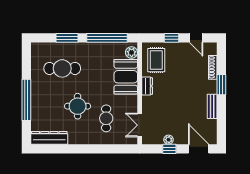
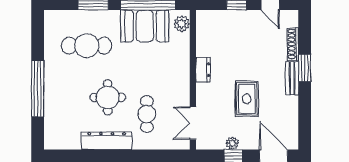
rug: (156, 60) -> (247, 99), moved
booth: (126, 77) -> (145, 26), moved, turned 90
bench: (212, 106) -> (292, 78), moved
dresser: (49, 138) -> (107, 141), moved

